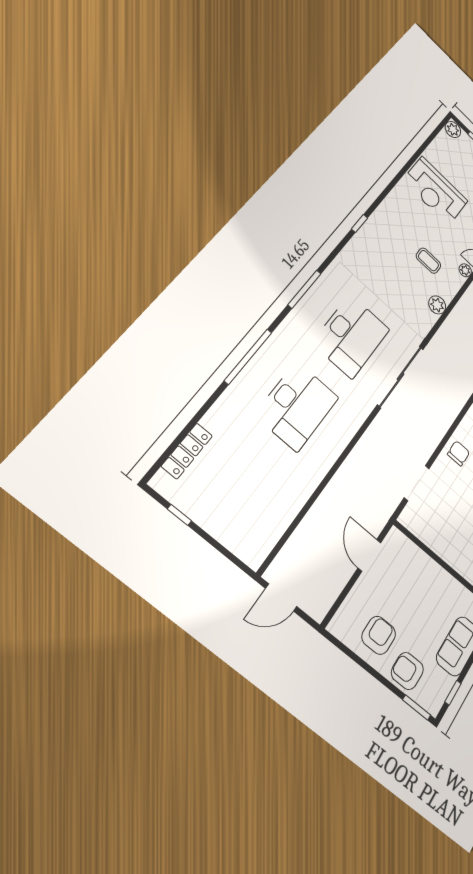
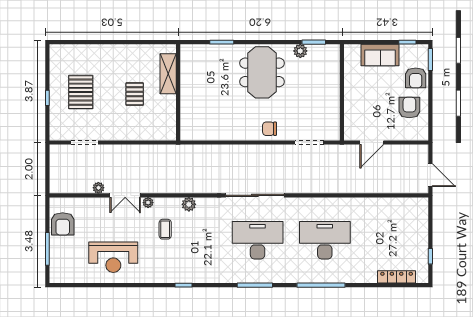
plant: (453, 130) -> (57, 276), removed
reception desk: (435, 191) -> (113, 257), turned 90
armchair: (379, 635) -> (409, 108), turned 90

